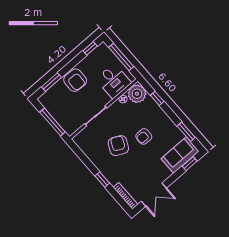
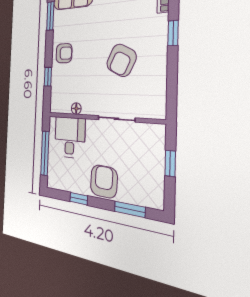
window: (90, 48) -> (79, 199), moved
plant: (137, 94) -> (60, 100), removed
window: (52, 122) -> (170, 163), width x0.46
armchair: (144, 136) -> (64, 53), moved

